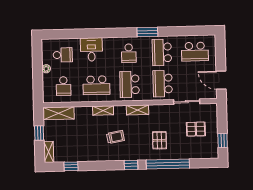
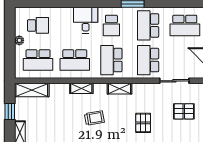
desk: (91, 49) -> (86, 20), moved
school desk: (63, 86) -> (38, 60), width x1.85

